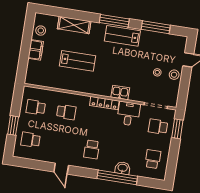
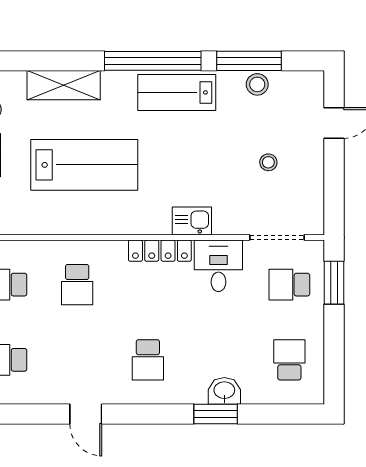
window: (114, 21) -> (153, 61), width x1.46
lab bench: (77, 61) -> (84, 165), width x1.36, depth x1.39
stool: (174, 75) -> (257, 84), moved
school desk: (66, 112) -> (77, 285), turned 90
window: (117, 177) -> (216, 414), width x0.47

